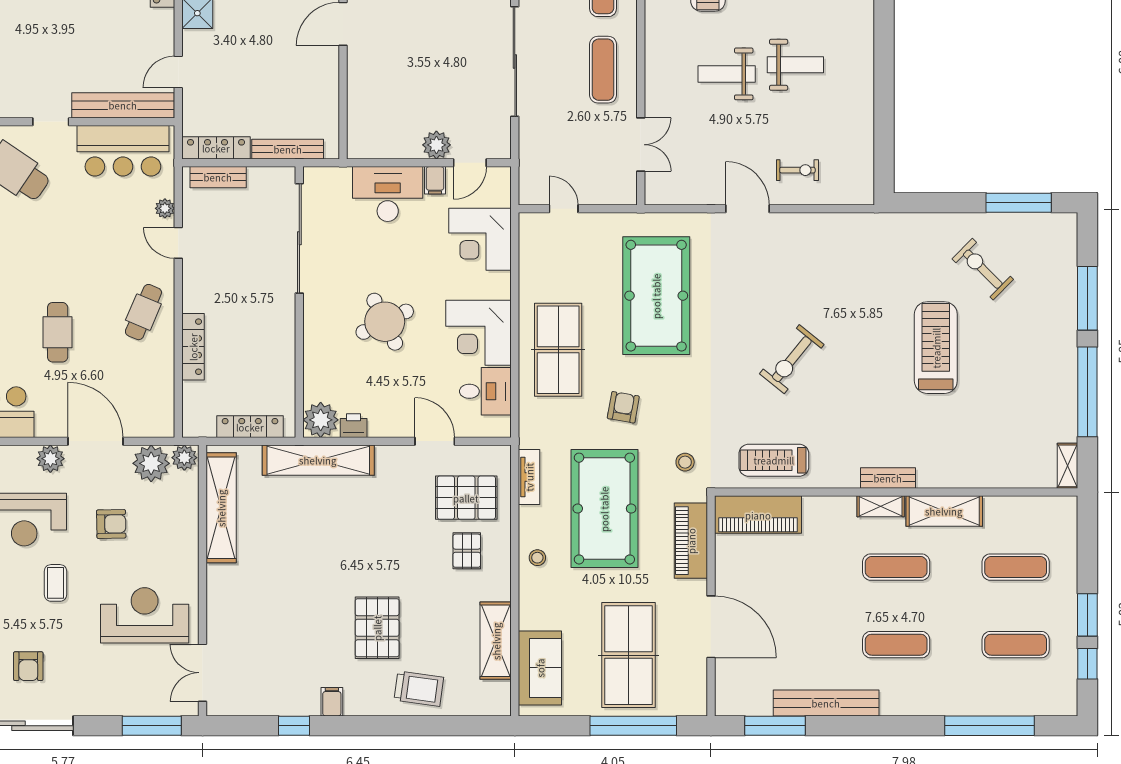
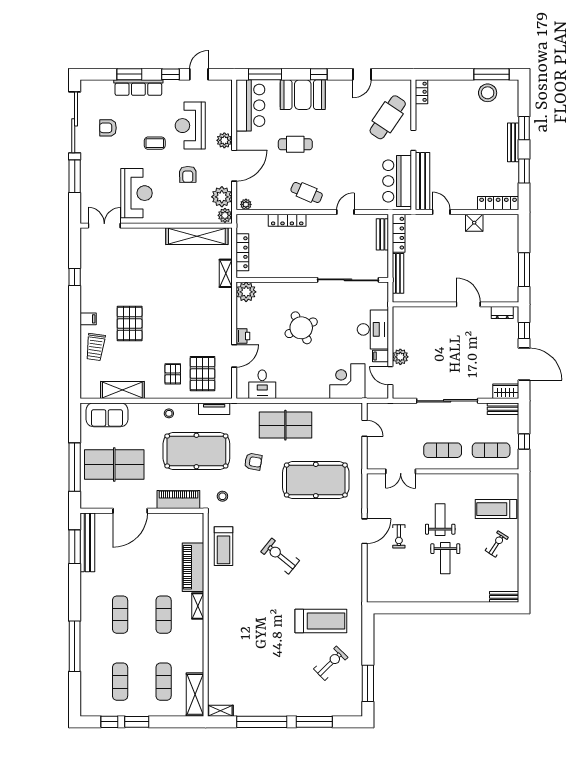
exercise bike: (797, 170) -> (399, 536), moved
plant: (165, 208) -> (246, 204), moved
door: (564, 209) -> (365, 428), hinge flipped
corner desk: (479, 333) -> (295, 380), removed
treadmill: (936, 348) -> (321, 621), moved
printer: (354, 426) -> (243, 336), moved
shelving: (318, 460) -> (226, 273), width x0.45, depth x0.75
treadmill: (774, 460) -> (223, 546), turned 180
bench: (888, 478) -> (214, 610), removed
shelving: (944, 511) -> (195, 694), moved
piano: (758, 515) -> (193, 567), moved
pallet: (467, 551) -> (173, 374), turned 90
pallet: (377, 628) -> (130, 324), turned 90
filing cabinet: (332, 702) -> (88, 319), moved
bench: (826, 703) -> (87, 542), moved
window: (152, 726) -> (75, 176), moved
window: (990, 726) -> (75, 646), moved

